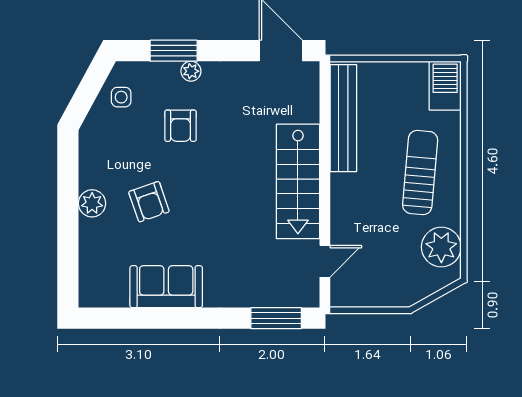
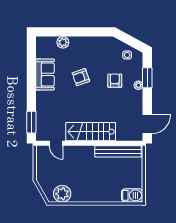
armchair: (180, 126) -> (115, 81), turned 90
sun lounger: (420, 173) -> (94, 185), removed
armchair: (149, 202) -> (81, 77), moved
plant: (92, 203) -> (63, 42), moved

